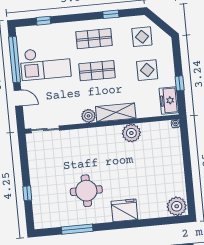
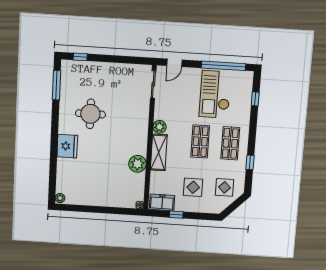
door: (18, 98) -> (174, 63), moved
window: (27, 193) -> (80, 57), moved
plant: (177, 206) -> (60, 198), width x0.53, depth x0.53
window: (77, 229) -> (56, 85), moved

